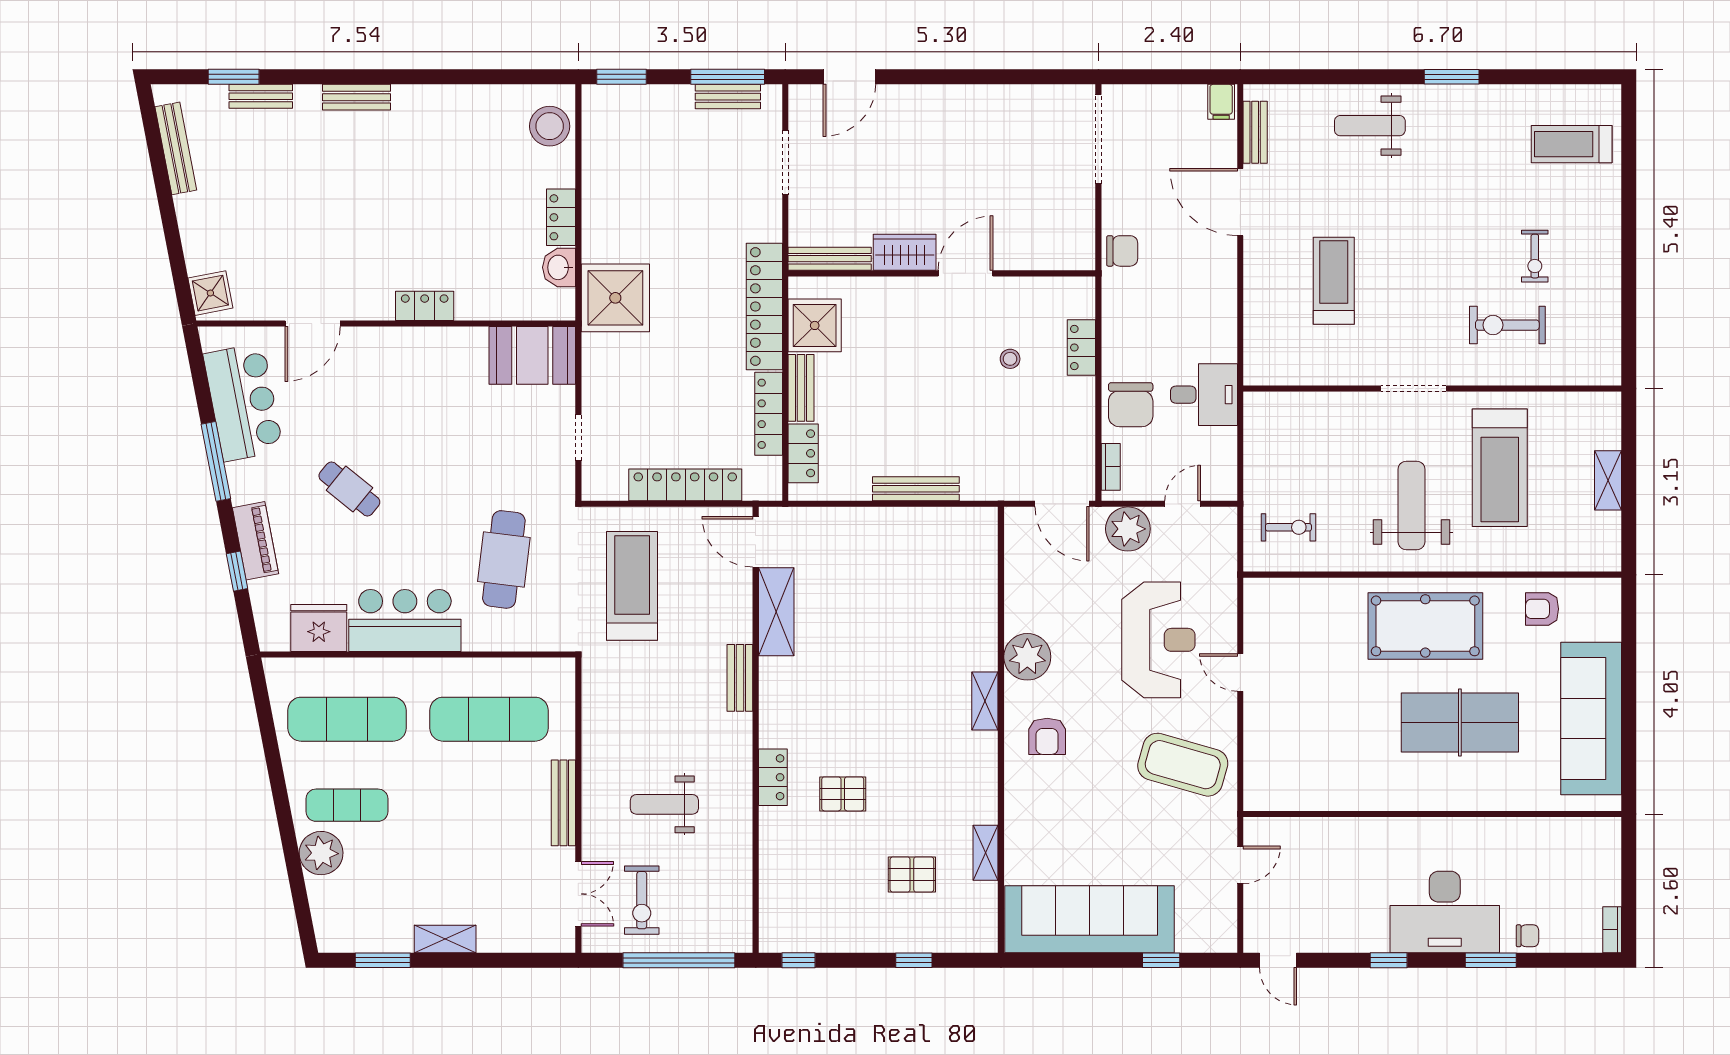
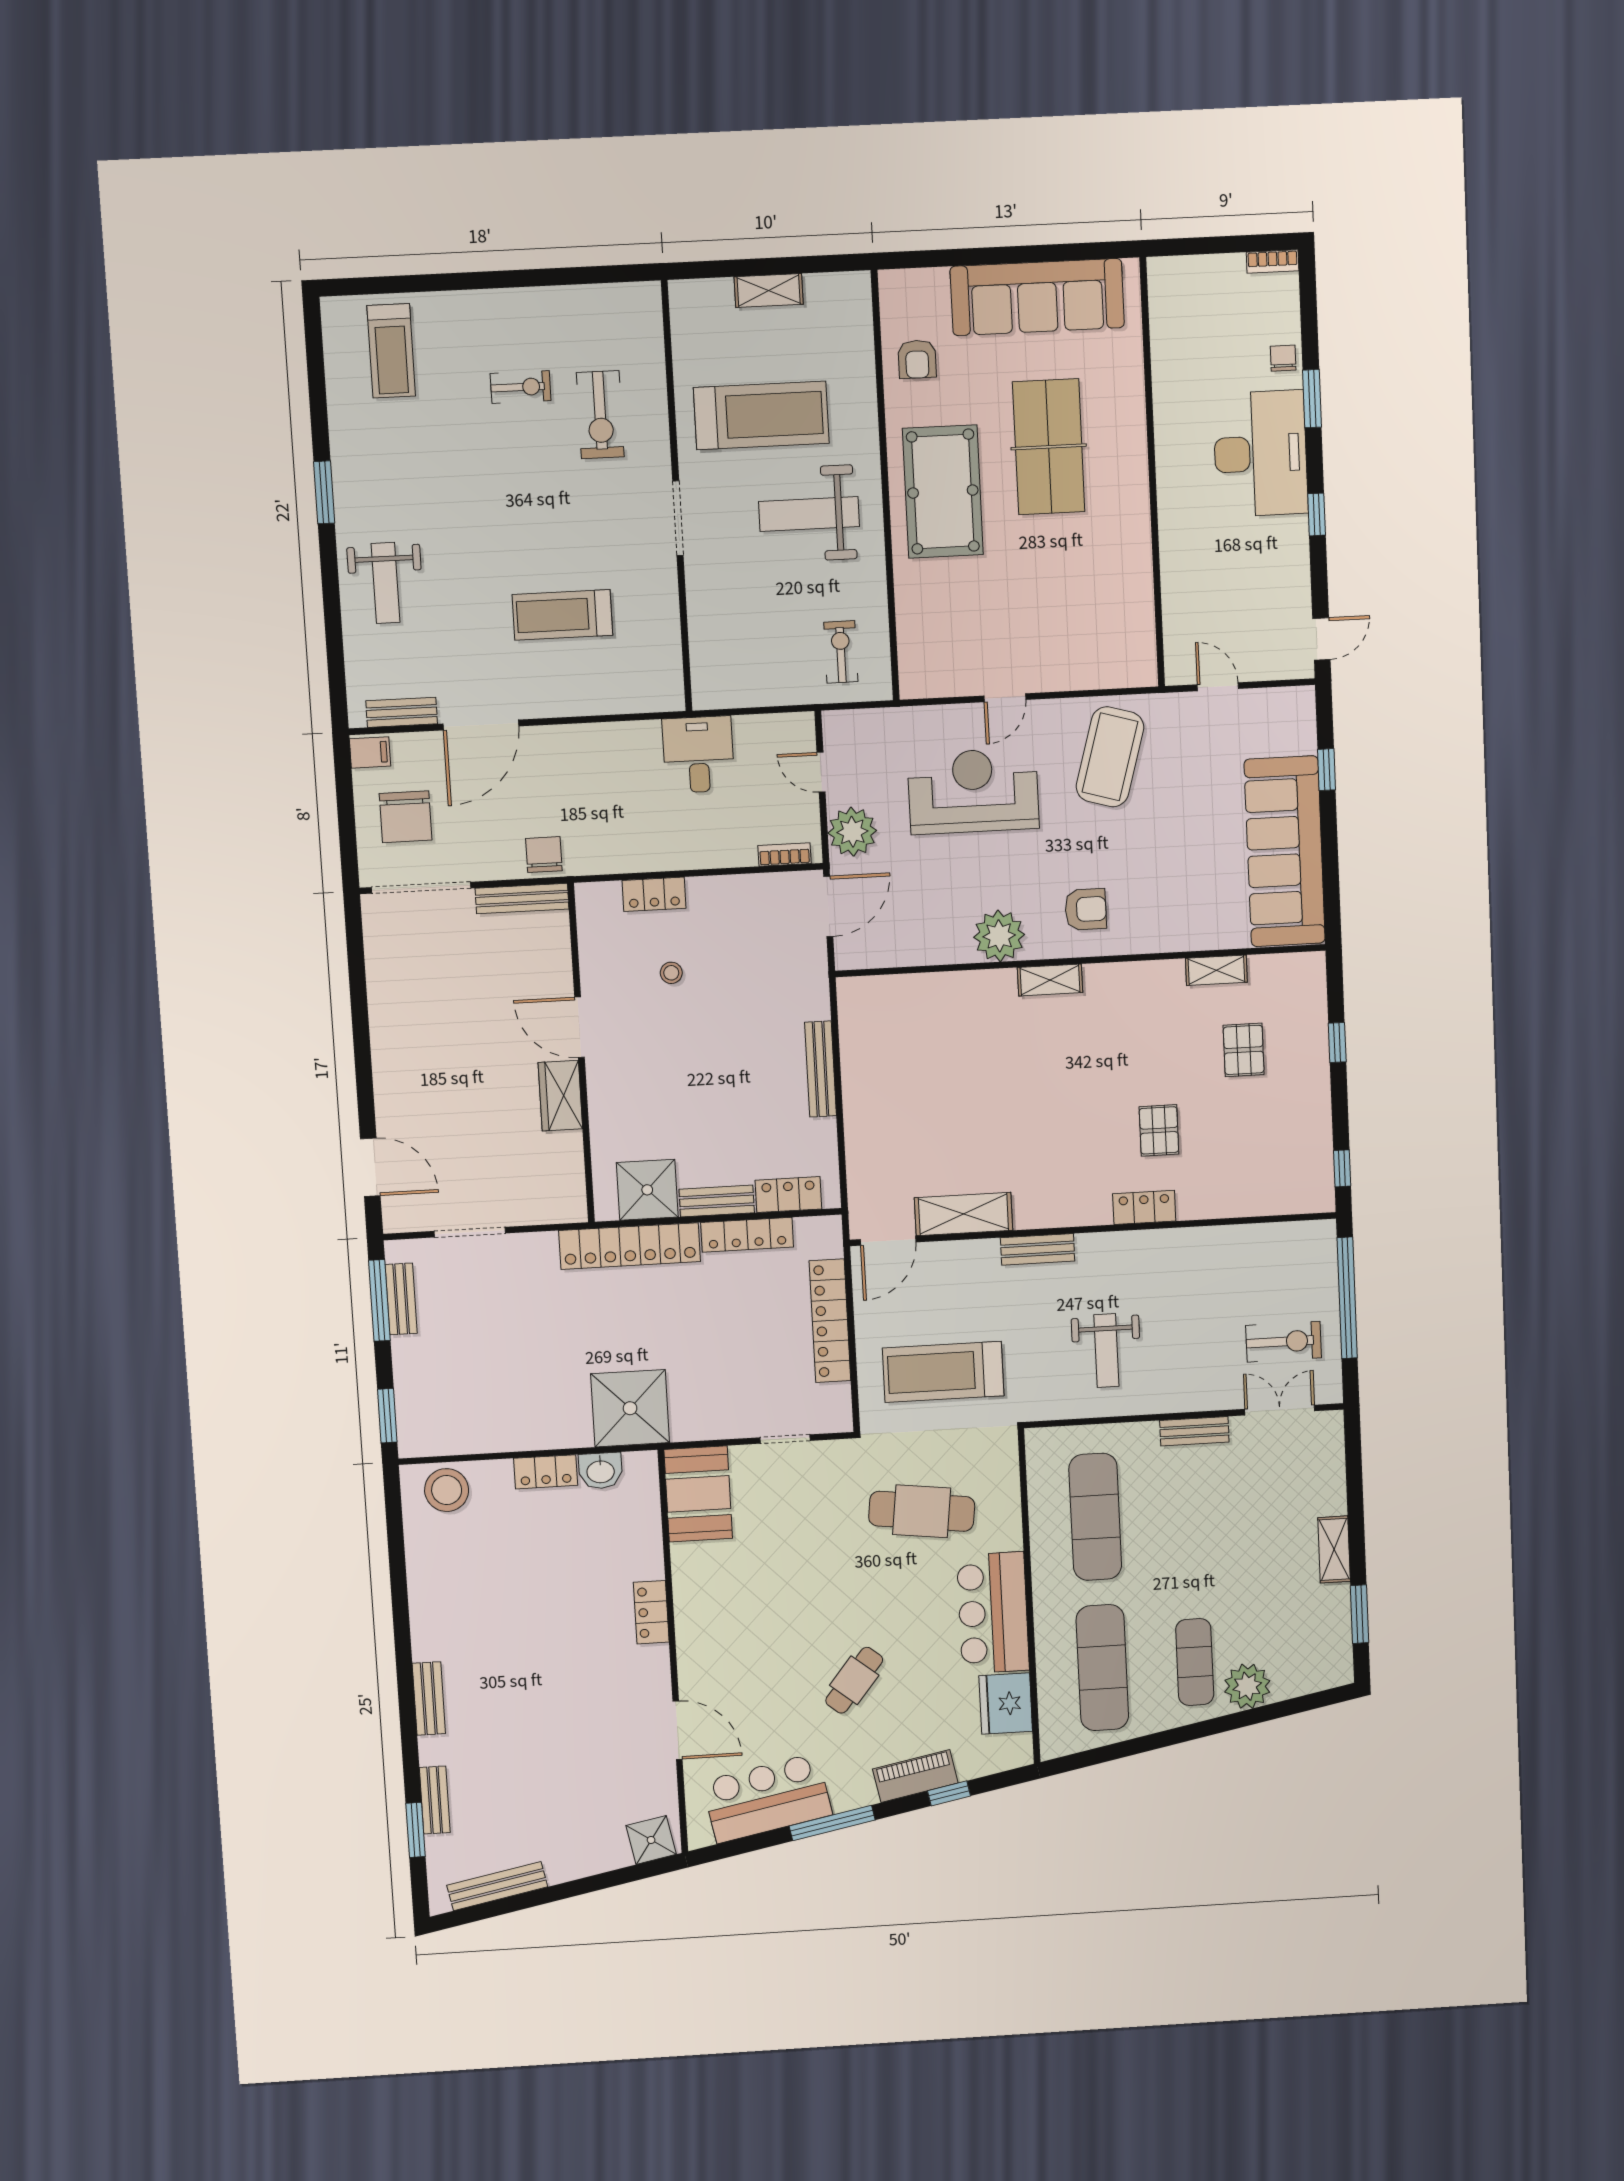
bench: (830, 259) -> (522, 899), moved, turned 90
chair: (1131, 405) -> (406, 817), moved, turned 90
bench: (563, 803) -> (1194, 1431), width x0.73
weight bench: (664, 804) -> (1106, 1350), moved

